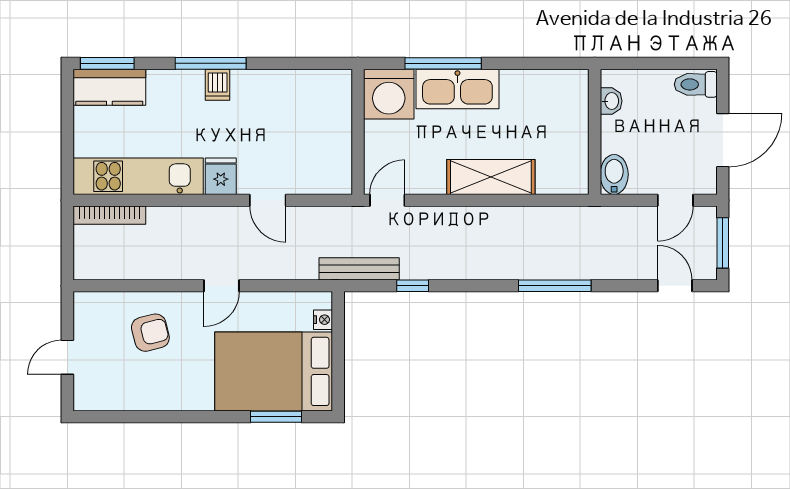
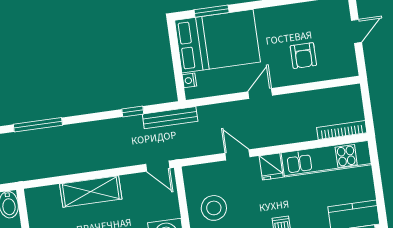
stool: (313, 127) -> (214, 208), added
door: (387, 200) -> (158, 166), hinge flipped
armchair: (150, 333) -> (303, 56), turned -76

